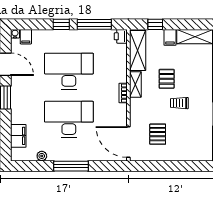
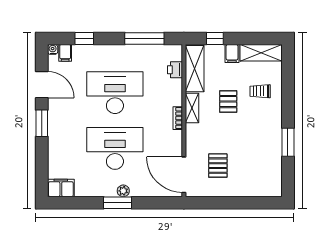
window: (61, 24) -> (84, 38), moved
printer: (121, 36) -> (175, 70), moved
trolley: (179, 103) -> (260, 91), moved
filing cabinet: (18, 136) -> (61, 188), moved, turned -90
plant: (42, 156) -> (123, 191), moved
window: (71, 166) -> (117, 203), width x0.69

